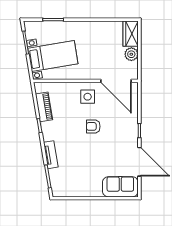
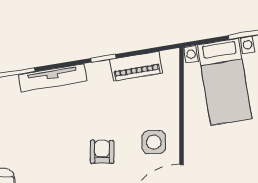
tv unit: (51, 155) -> (53, 78), width x1.41

